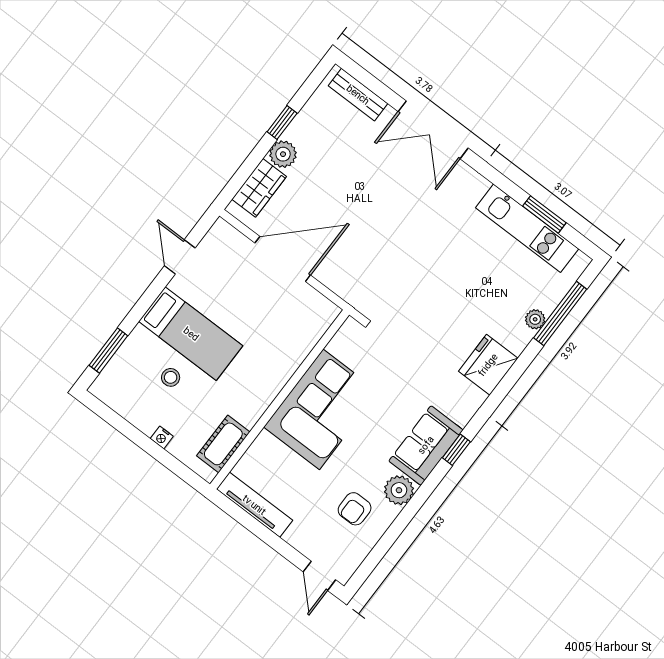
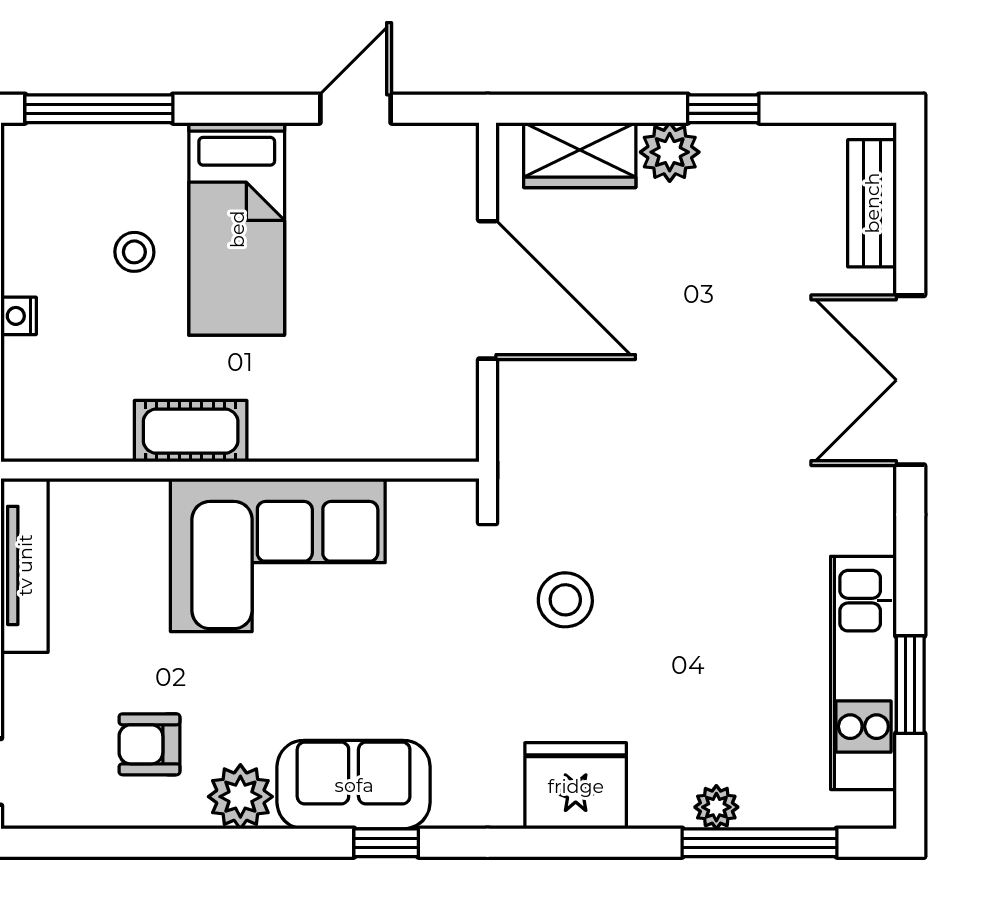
stool: (417, 317) -> (565, 600), added
window: (108, 350) -> (99, 109), width x1.44
cot: (223, 444) -> (191, 431), moved

